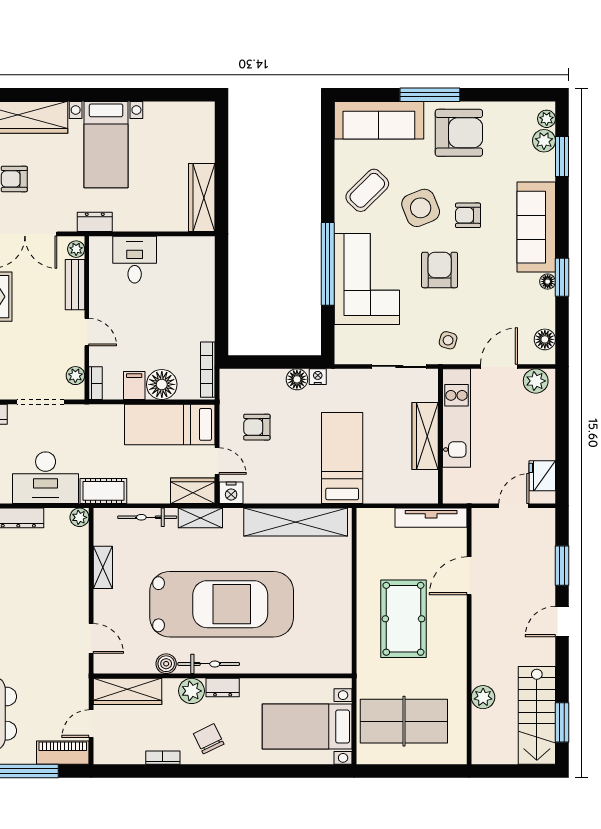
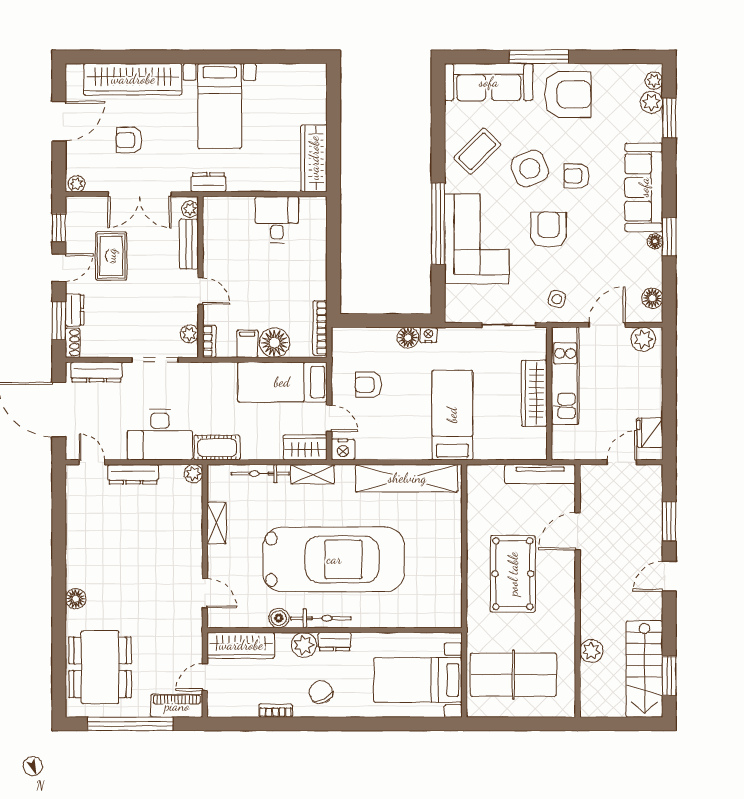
desk: (135, 260) -> (277, 220), moved

